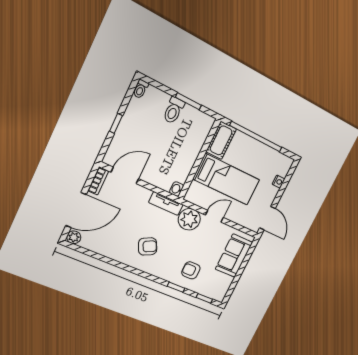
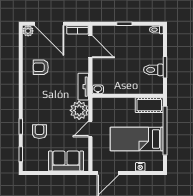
toilet: (174, 110) -> (153, 70), moved
bed: (226, 179) -> (137, 139), moved, turned 90
door: (214, 216) -> (90, 129), swing flipped
armchair: (148, 246) -> (41, 67), moved, turned 116

